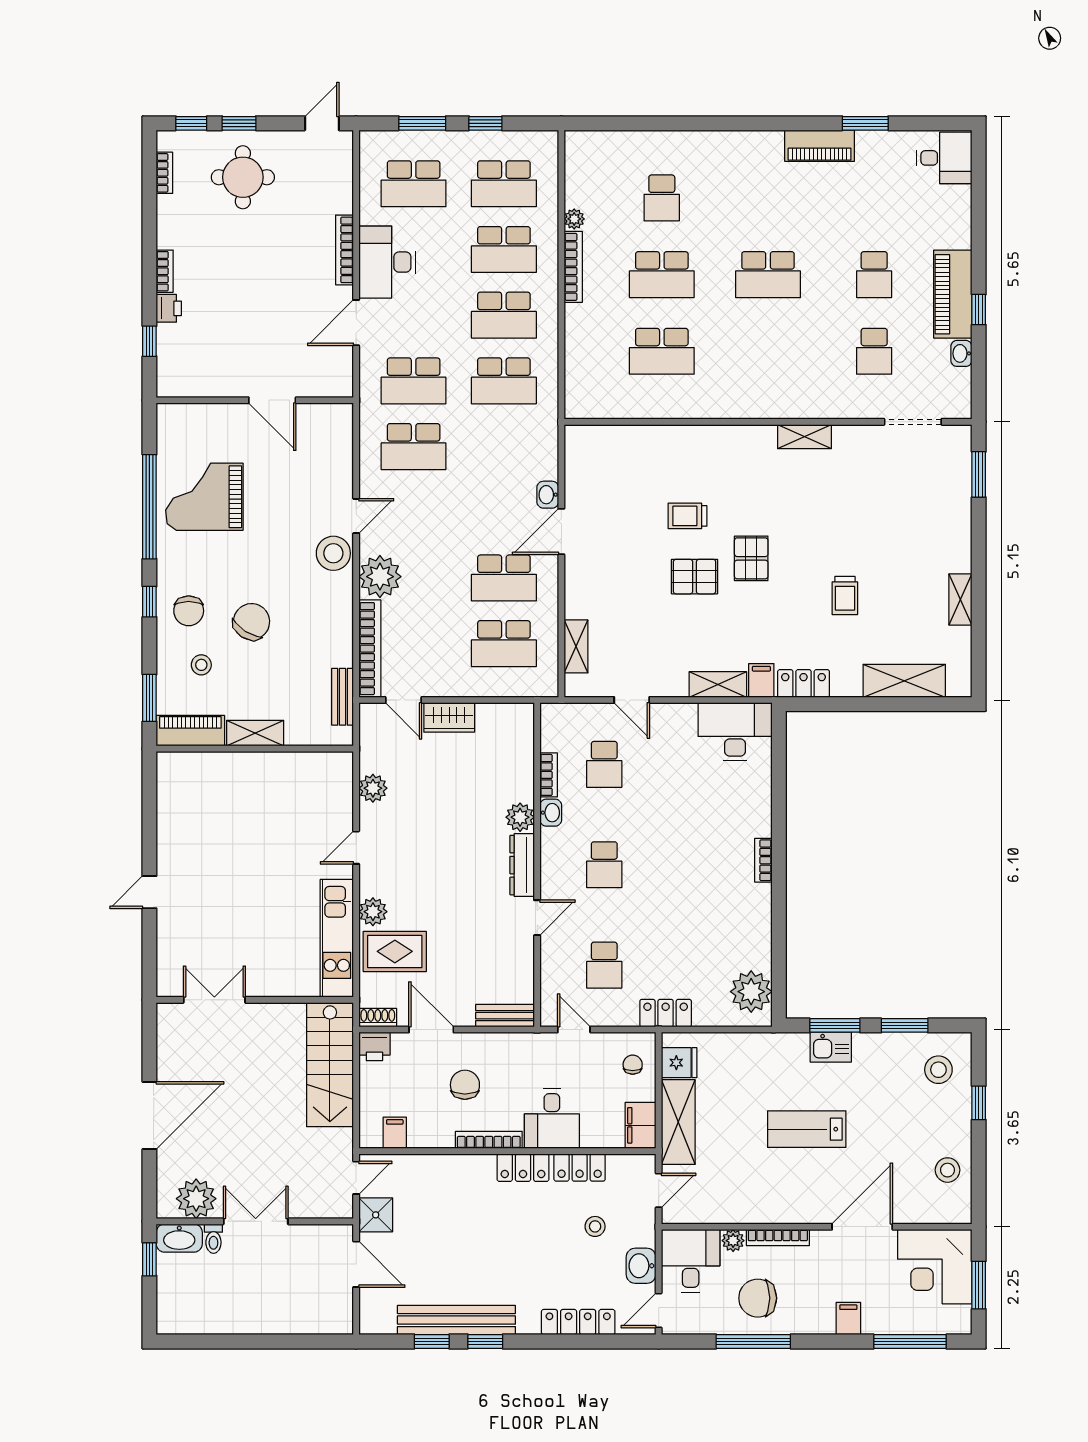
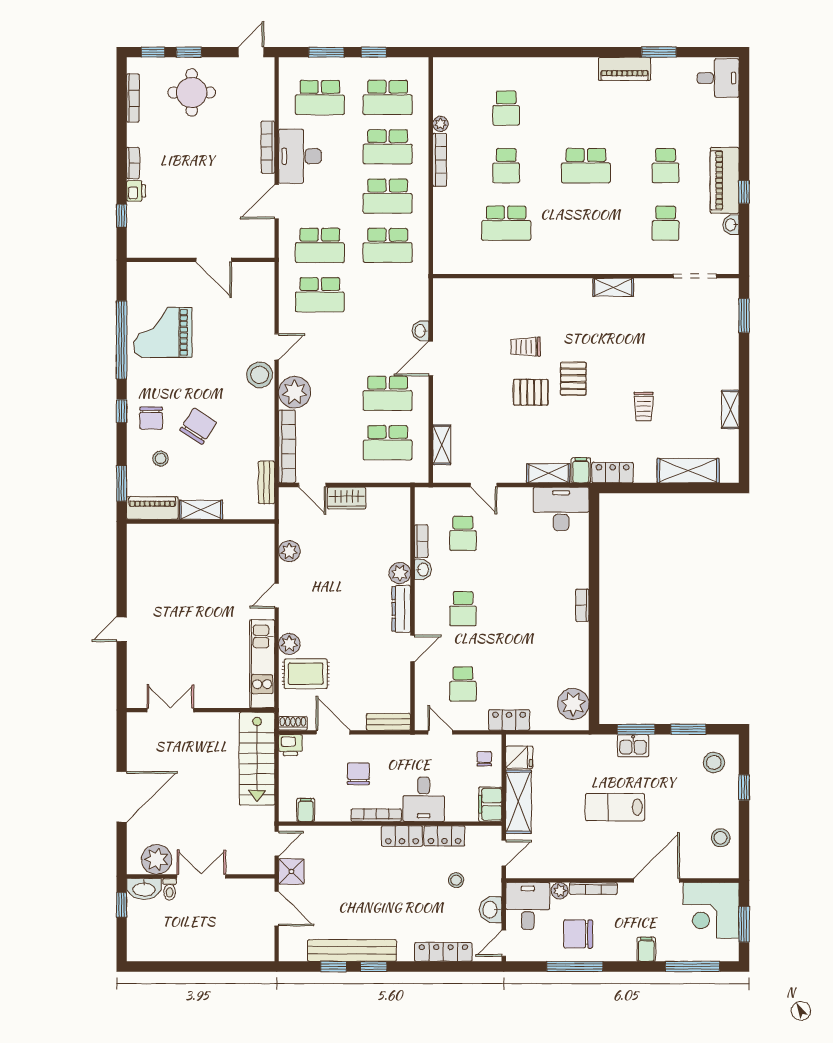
bookcase: (164, 173) -> (133, 98), width x1.56
school desk: (662, 275) -> (506, 166), width x0.54

